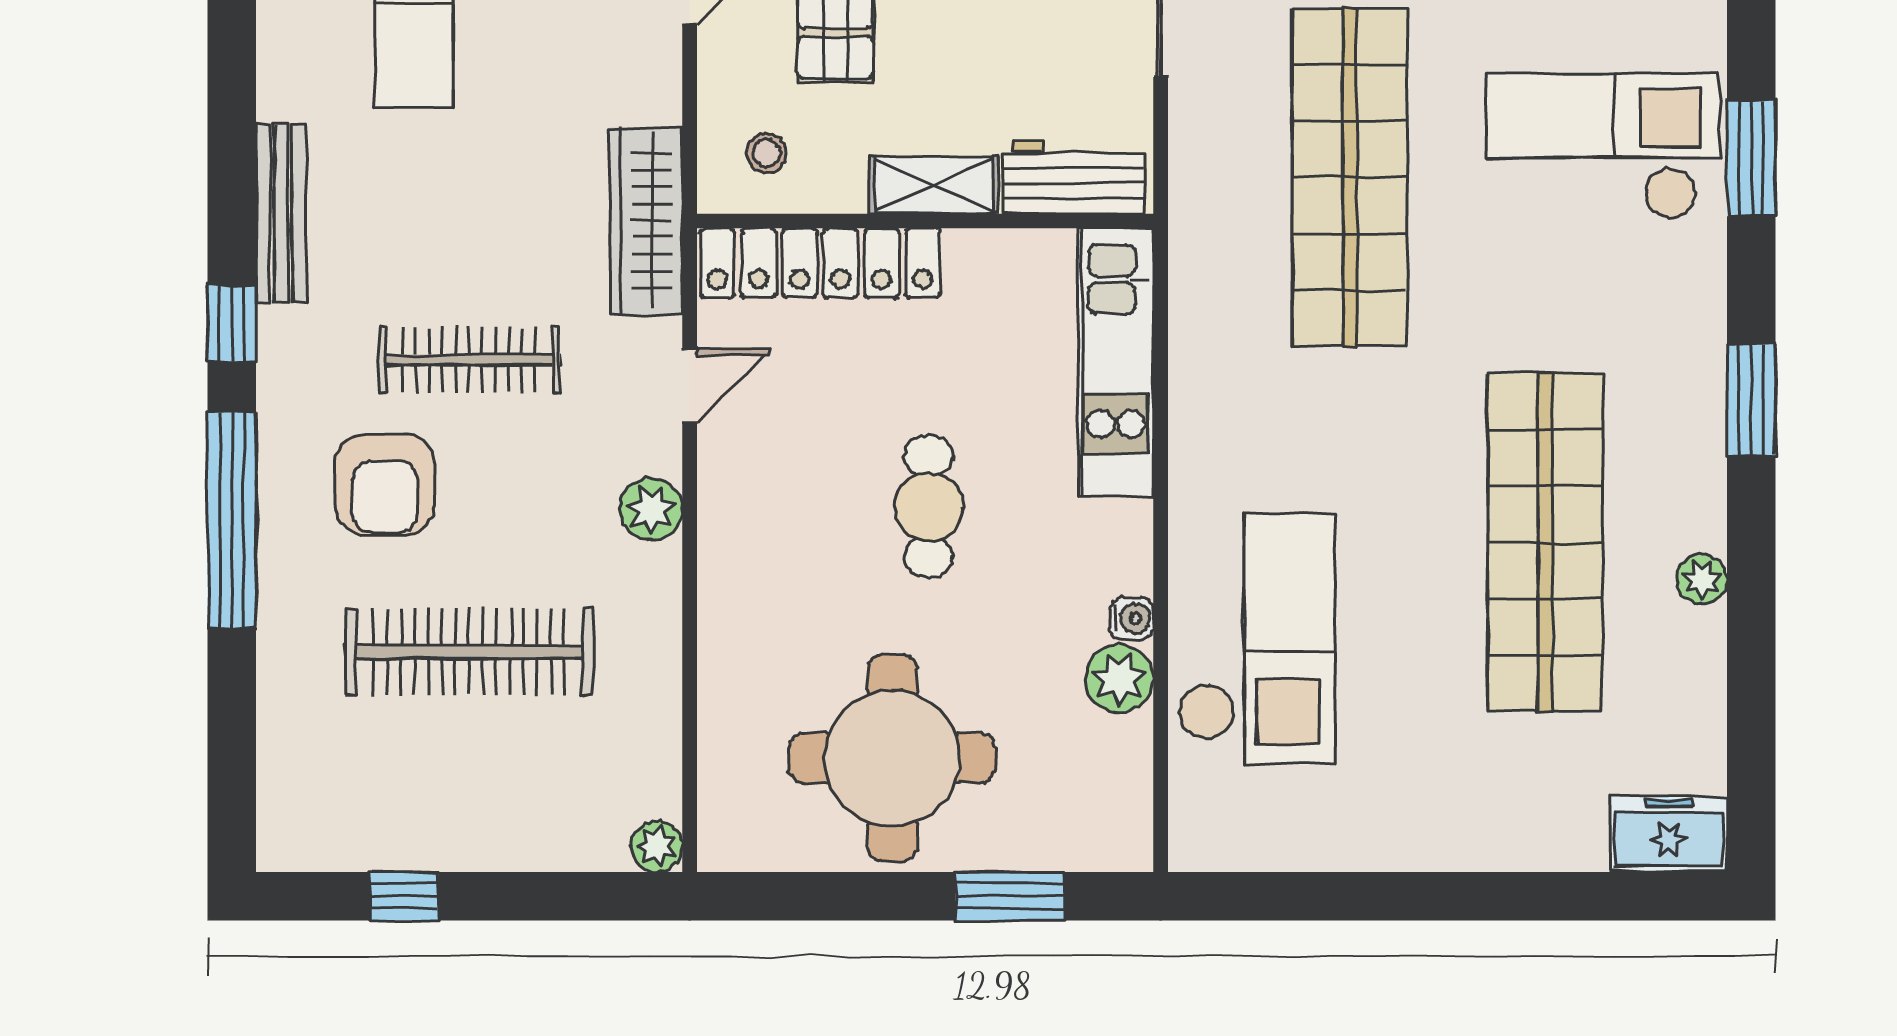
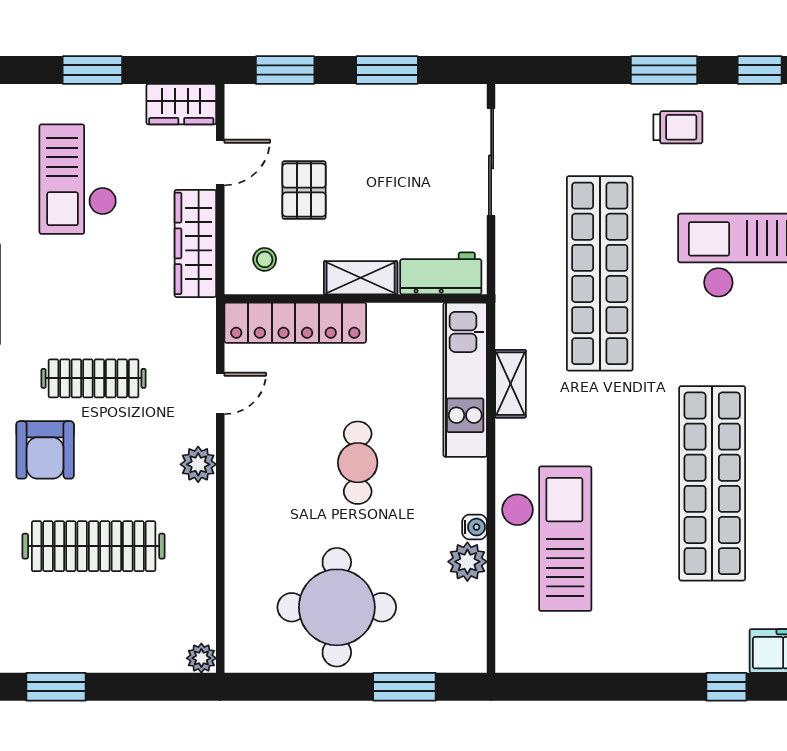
wardrobe: (646, 221) -> (195, 243), moved
shelving: (1194, 369) -> (511, 384), added
window: (404, 896) -> (56, 687), width x1.50
window: (1570, 896) -> (726, 687), added

